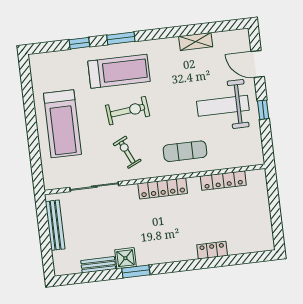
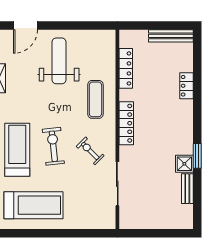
weight bench: (223, 106) -> (59, 61), turned 180
window: (263, 110) -> (67, 25), removed
treadmill: (62, 124) -> (34, 205), moved
exercise bike: (127, 152) -> (90, 151), turned 70
bench: (55, 225) -> (171, 36), moved

